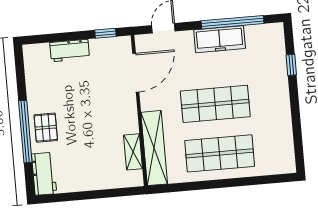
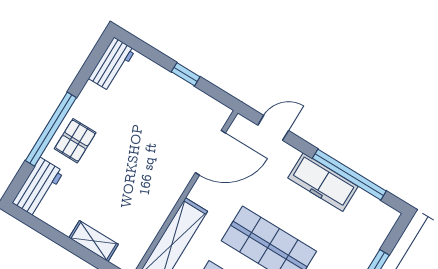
window: (105, 33) -> (186, 74), moved
workbench: (70, 51) -> (112, 64), moved, turned -90
shelving: (133, 152) -> (94, 241), moved, turned 90

